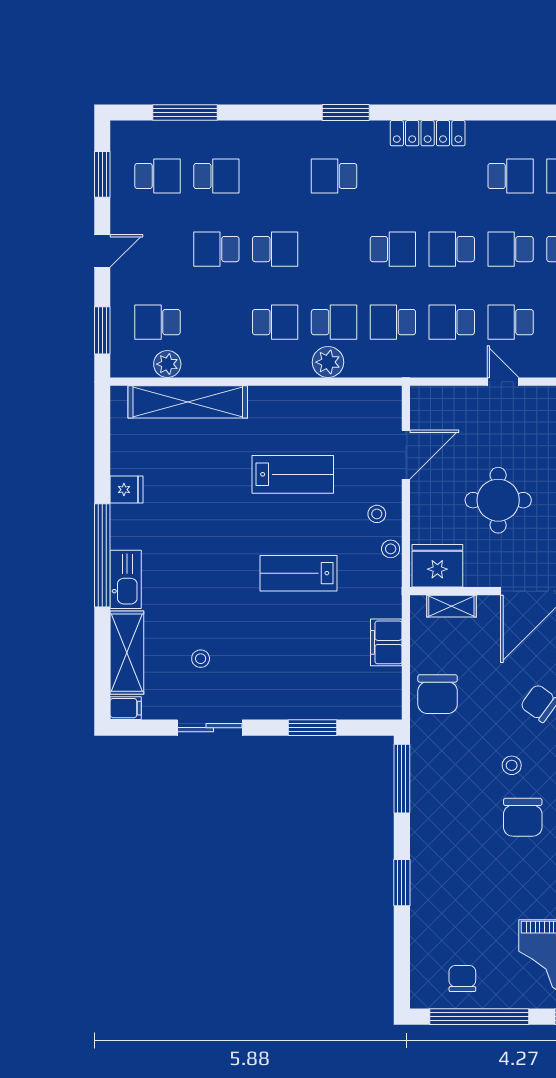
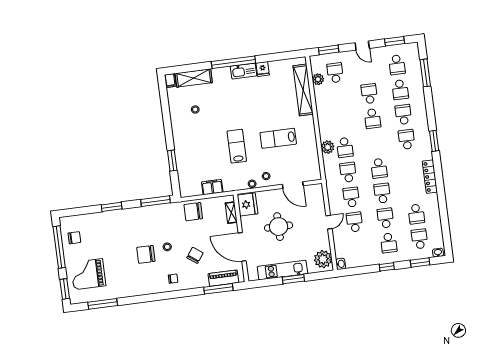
school desk: (275, 322) -> (403, 115), moved, turned 180
lab bench: (293, 474) -> (278, 138), turned 90
kitchen sink: (126, 579) -> (244, 71), moved
sliding door: (210, 728) -> (167, 117), removed

